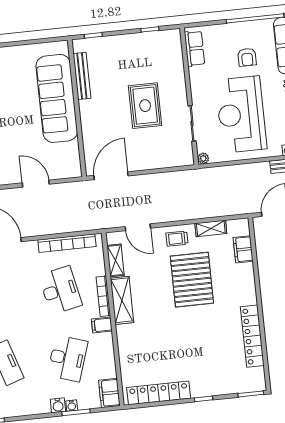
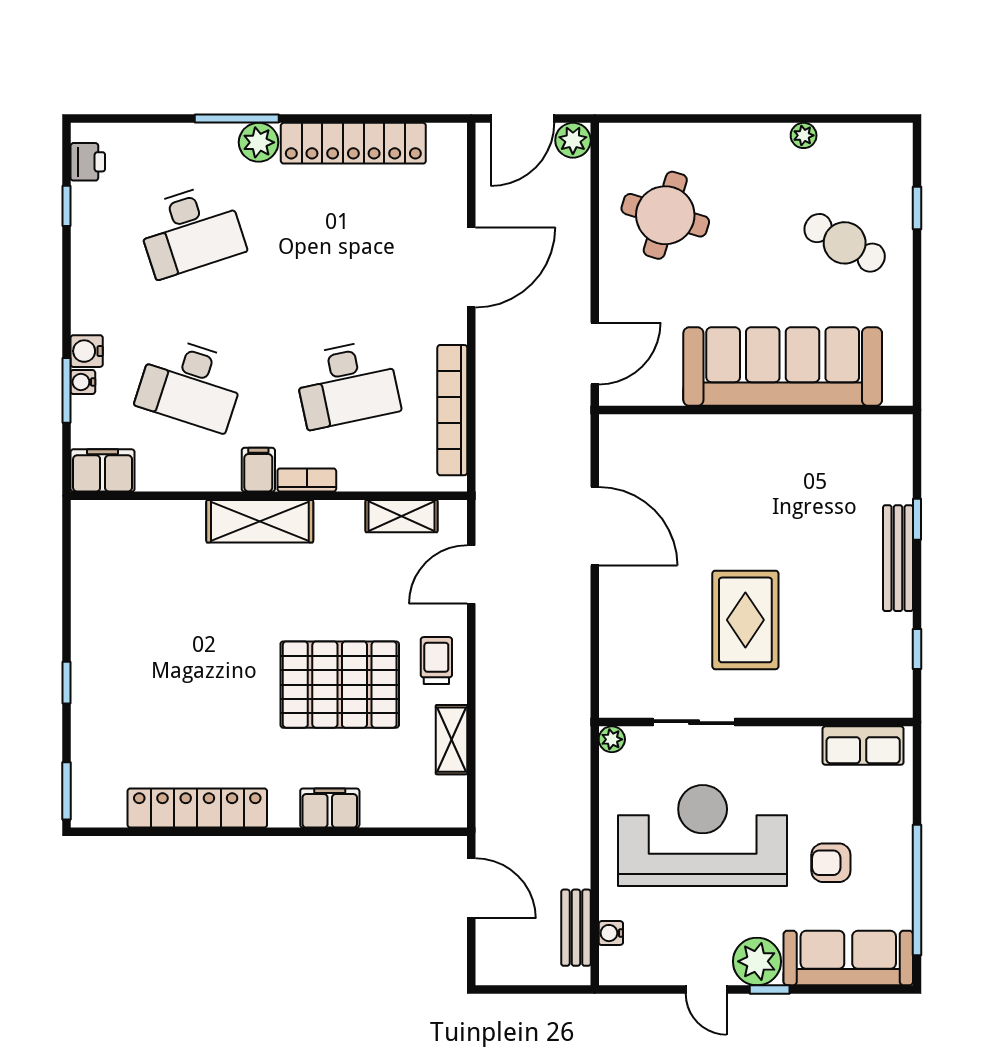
bench: (82, 76) -> (898, 558), moved, turned 90
sofa: (57, 98) -> (783, 367), moved
rug: (145, 106) -> (745, 620), turned 90
wall: (77, 108) -> (756, 410), moved
filing cabinet: (243, 249) -> (330, 808), moved
bookcase: (103, 296) -> (307, 480), width x0.64
shelving: (122, 300) -> (260, 521), moved
locker: (159, 393) -> (91, 582), removed

